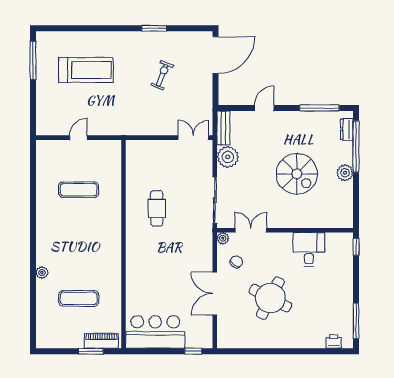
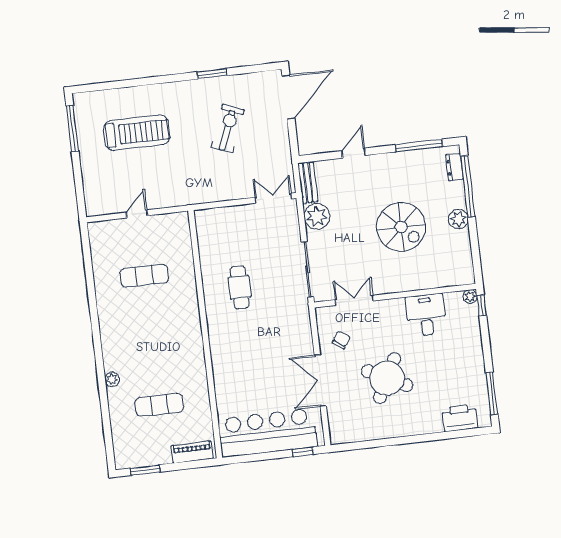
exercise bike: (162, 75) -> (228, 128), width x1.38, depth x1.39
plant: (223, 238) -> (470, 297), moved
bar counter: (155, 332) -> (268, 433), width x1.36
printer: (334, 342) -> (460, 418), width x1.87, depth x1.48
window: (91, 351) -> (145, 470), moved

